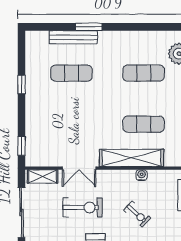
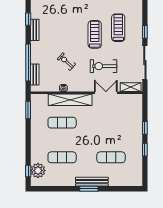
window: (89, 27) -> (89, 189), moved
bench: (73, 37) -> (92, 182), moved
window: (22, 146) -> (145, 128), moved

